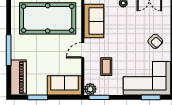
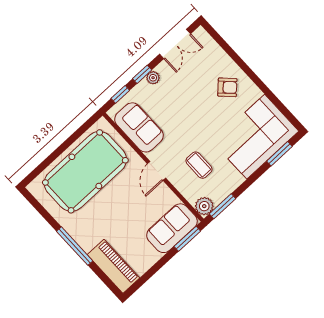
window: (38, 97) -> (187, 239), moved

